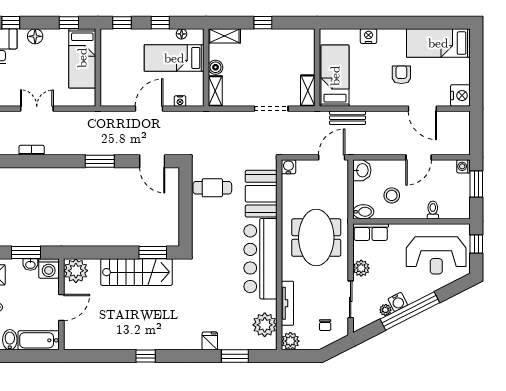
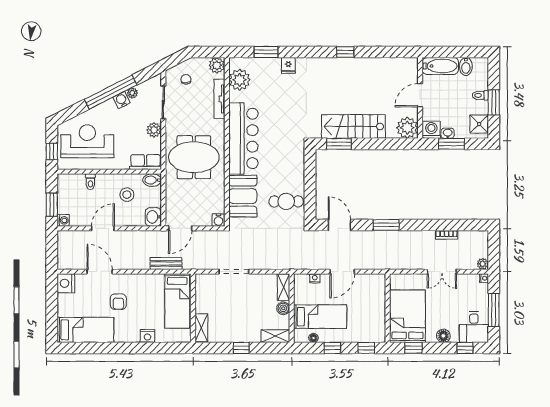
bed: (82, 58) -> (407, 316), width x1.50
shelving: (308, 91) -> (201, 328), moved
meeting table: (316, 238) -> (194, 157), turned 90

